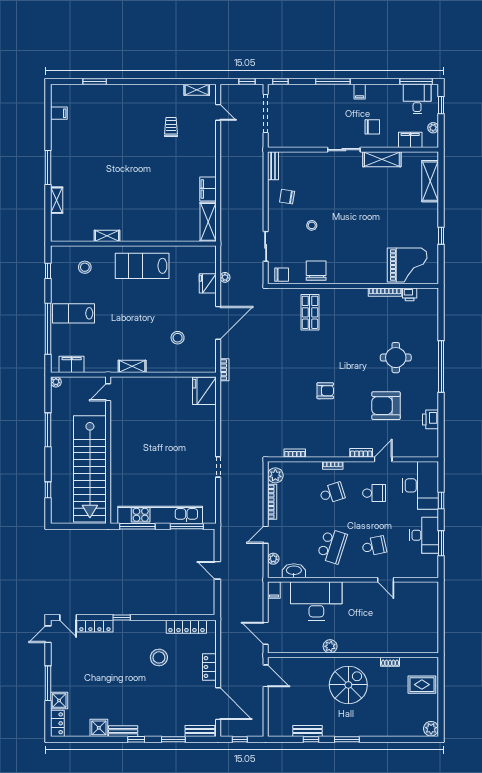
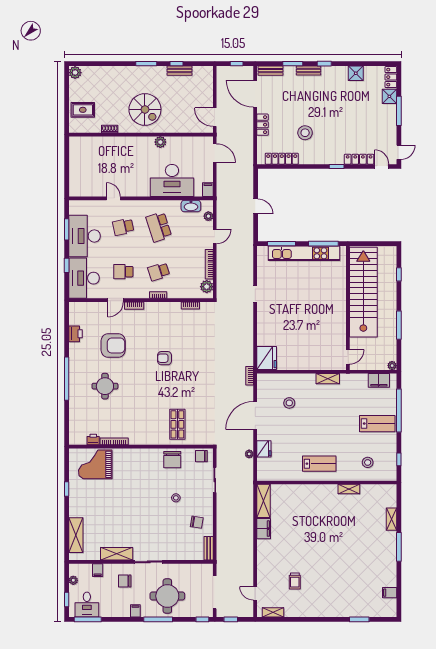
round table: (322, 109) -> (167, 596), added
filing cabinet: (410, 140) -> (98, 570), width x0.50
lab bench: (142, 266) -> (319, 464), width x0.73, depth x0.72
desk: (424, 535) -> (85, 236), width x1.36, depth x1.30
school desk: (332, 546) -> (159, 227), turned -36
spiral stairs: (348, 685) -> (145, 109), turned -90
bench: (123, 731) -> (309, 71), moved

